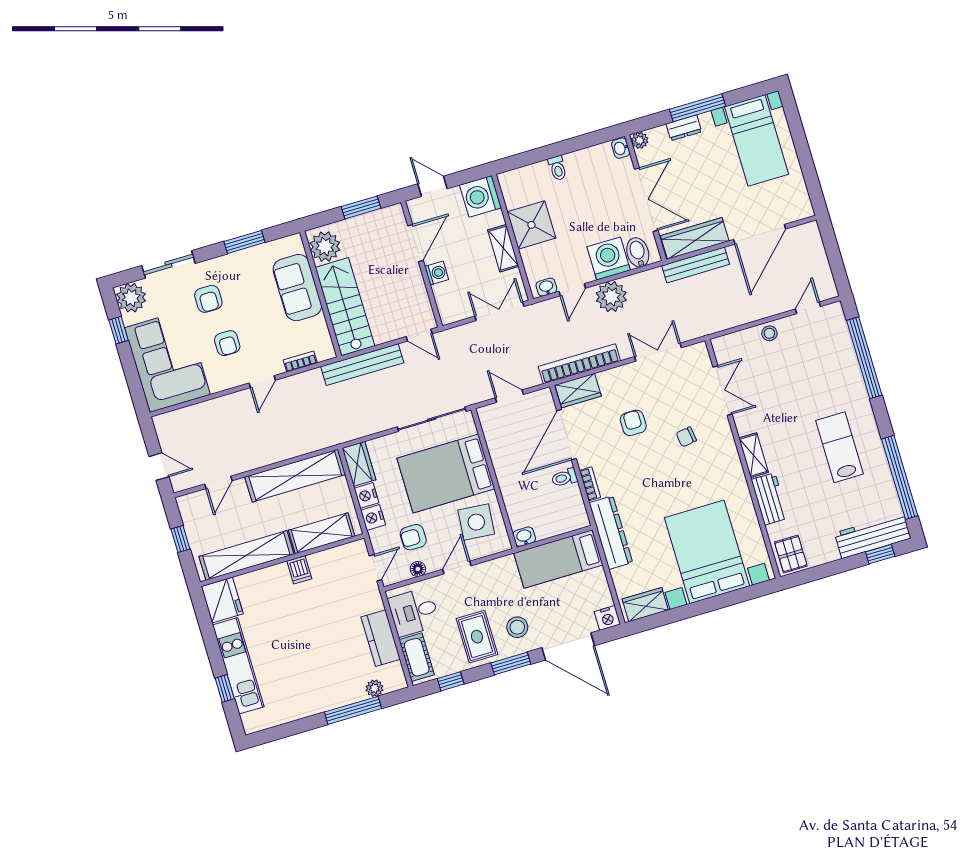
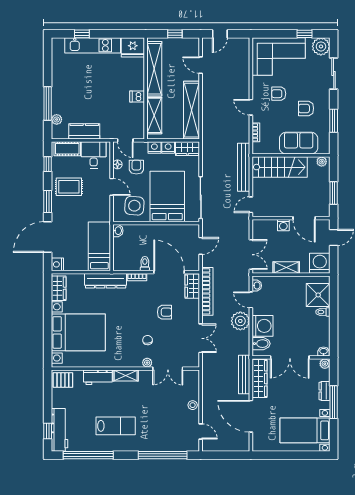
shower: (531, 225) -> (318, 295), moved
plant: (325, 247) -> (322, 162), width x0.53, depth x0.53
armchair: (208, 299) -> (306, 108), moved
plant: (723, 427) -> (147, 363), added
stool: (517, 627) -> (67, 211), removed

